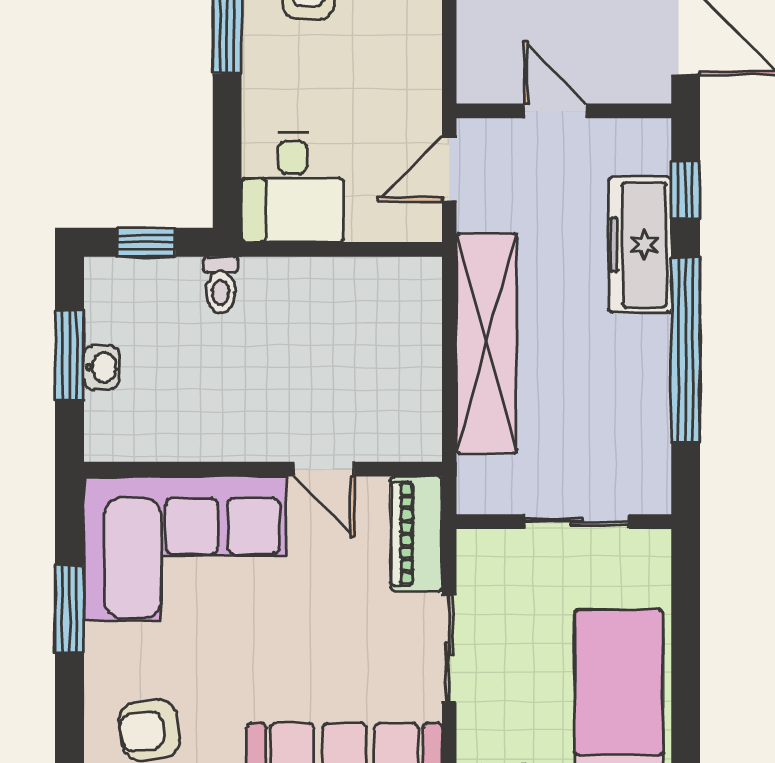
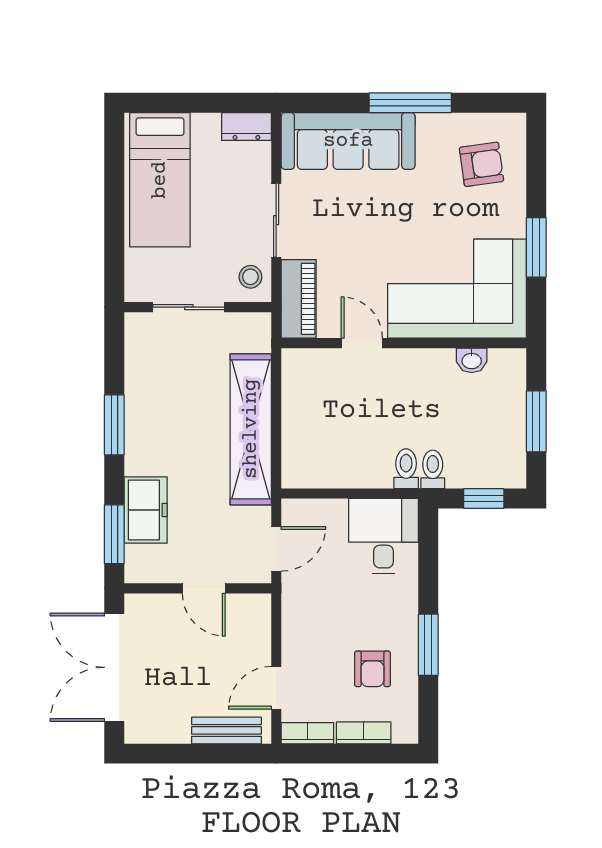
window: (686, 190) -> (114, 534), width x1.50
freezer: (640, 245) -> (146, 510), width x0.71
toilet: (260, 286) -> (406, 469), added
window: (686, 350) -> (114, 425), width x0.47
washbasin: (102, 367) -> (472, 360), moved, turned -90
stool: (487, 566) -> (250, 277), added

